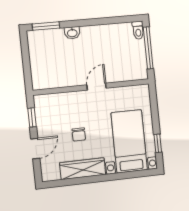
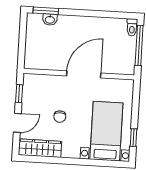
washbasin: (72, 33) -> (50, 20), moved
door: (97, 87) -> (84, 74), width x1.87
wardrobe: (83, 169) -> (40, 148), moved

